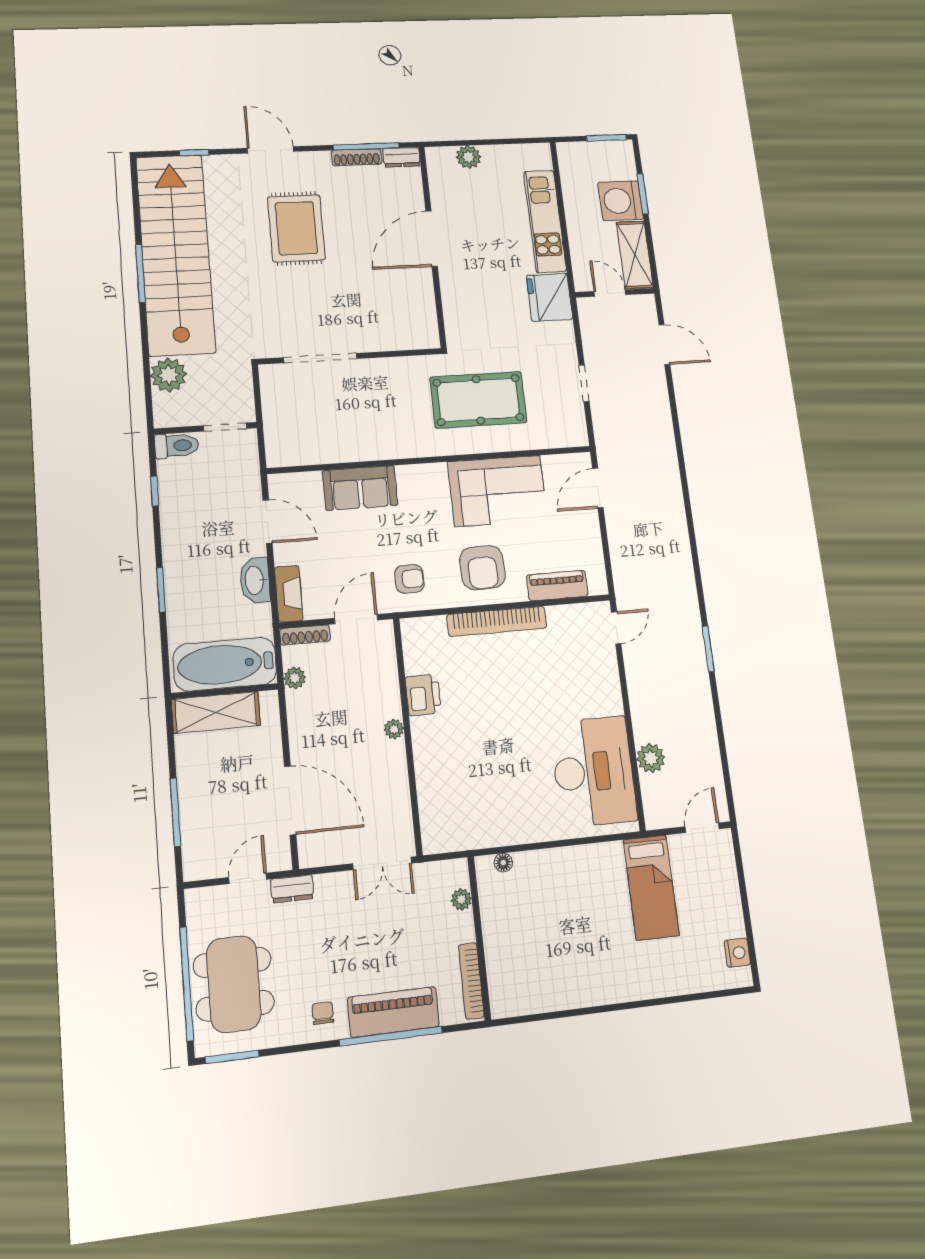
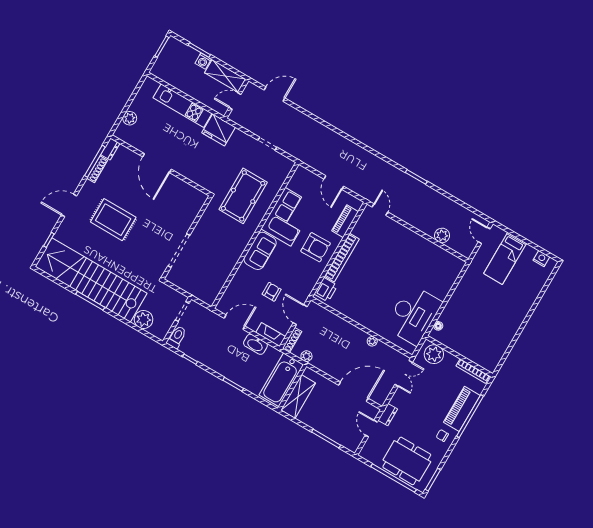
washing machine: (621, 201) -> (203, 61), width x0.53, depth x0.53
sofa: (360, 488) -> (260, 251), moved
door: (598, 488) -> (334, 183), moved
armchair: (409, 579) -> (272, 292), moved
printer: (423, 695) -> (326, 290), moved, turned 90
plant: (394, 729) -> (372, 341), moved
desk: (593, 772) -> (414, 315), moved, turned 90
bed: (651, 887) -> (505, 258), moved, turned 90
plant: (461, 899) -> (434, 354), width x1.88, depth x1.88

